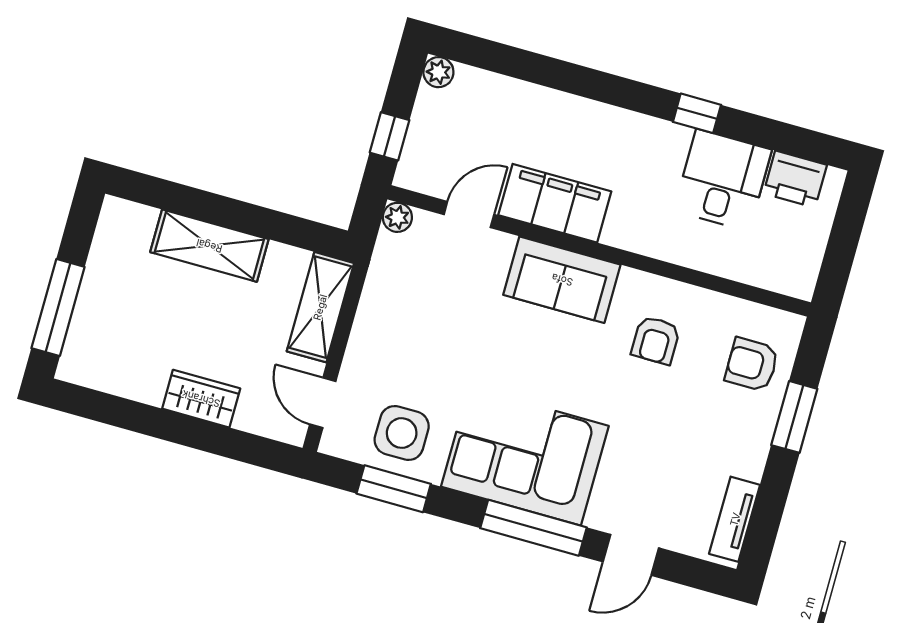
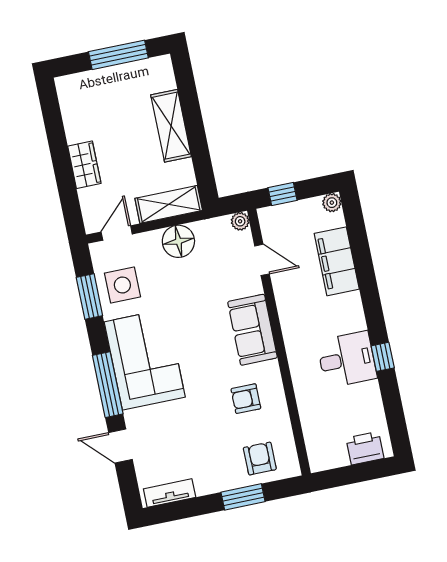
printer: (795, 179) -> (365, 448), moved, turned 90
desk: (723, 180) -> (347, 359), moved
filing cabinet: (555, 203) -> (337, 261), moved, turned 180
window: (58, 308) -> (118, 55), moved
floor lamp: (381, 320) -> (178, 241), added

